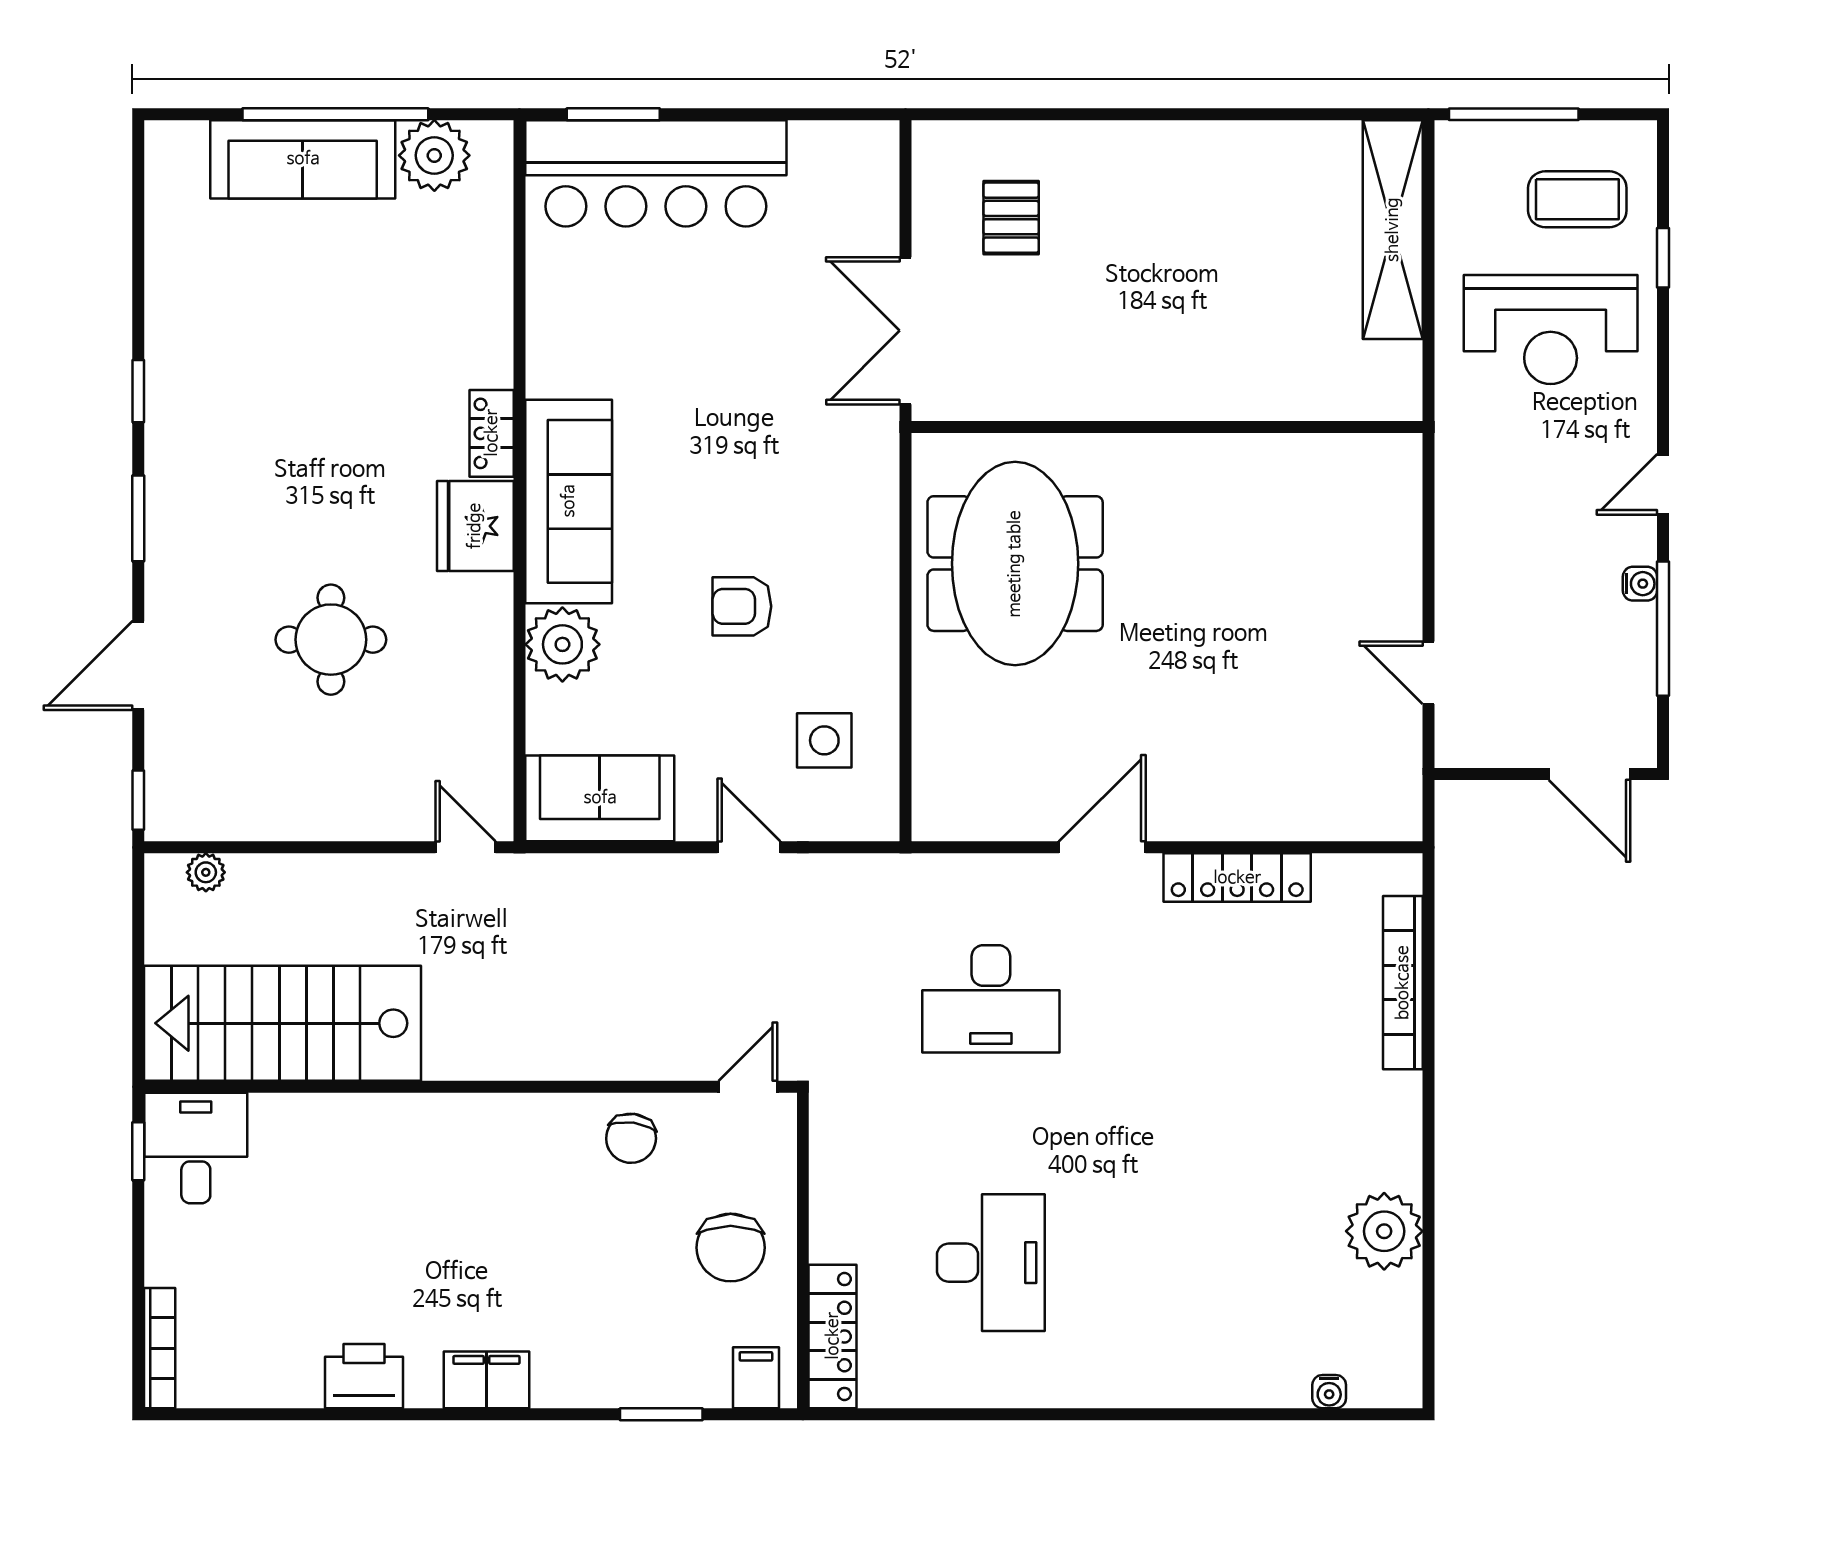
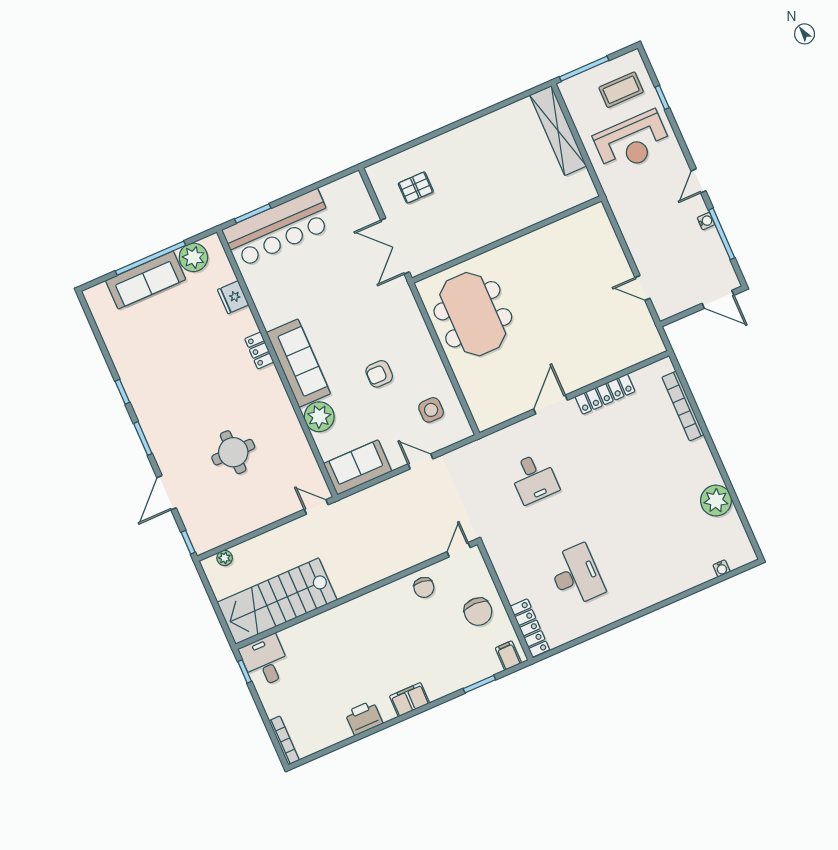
pallet: (1011, 218) -> (416, 187), turned 90
fridge: (475, 526) -> (233, 297), moved, width x0.73, depth x0.75
desk: (991, 999) -> (534, 478), width x0.73

